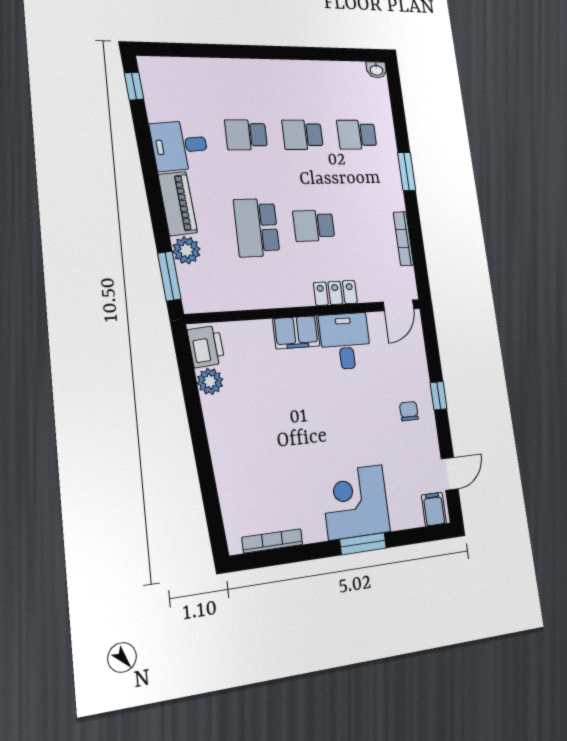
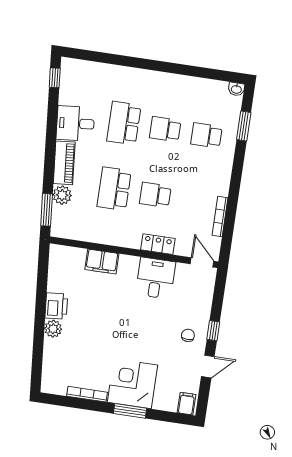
school desk: (246, 135) -> (124, 123), width x1.85
window: (407, 171) -> (244, 126), moved
door: (398, 305) -> (202, 262), swing flipped
filing cabinet: (296, 332) -> (102, 261), moved
printer: (206, 346) -> (56, 306), moved
plant: (210, 381) -> (53, 329), moved
door: (450, 474) -> (208, 367), moved
bookcase: (272, 541) -> (87, 394), moved

